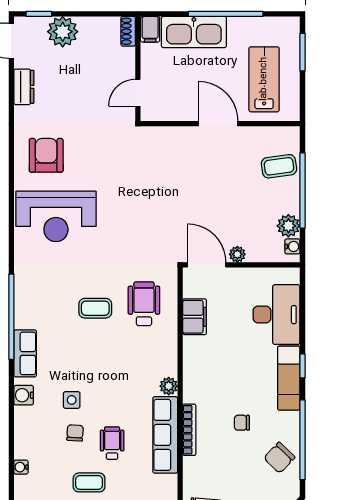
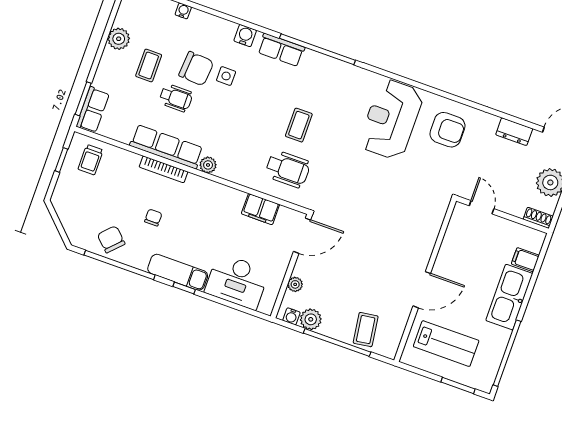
window: (226, 14) -> (507, 353), moved
shoe rack: (128, 31) -> (538, 218), moved
wall: (138, 69) -> (502, 215), moved
door: (138, 93) -> (482, 207), moved
plant: (237, 254) -> (295, 284), moved
chair: (75, 433) -> (196, 69), width x1.87, depth x1.87

